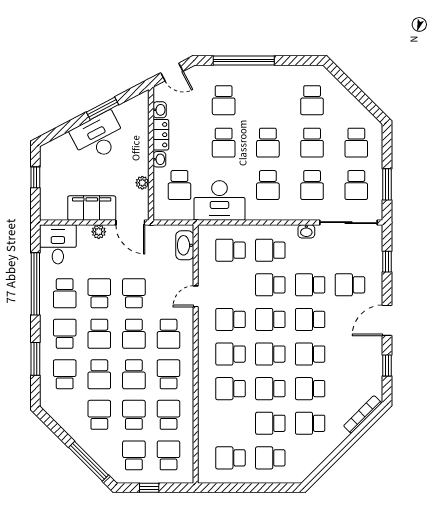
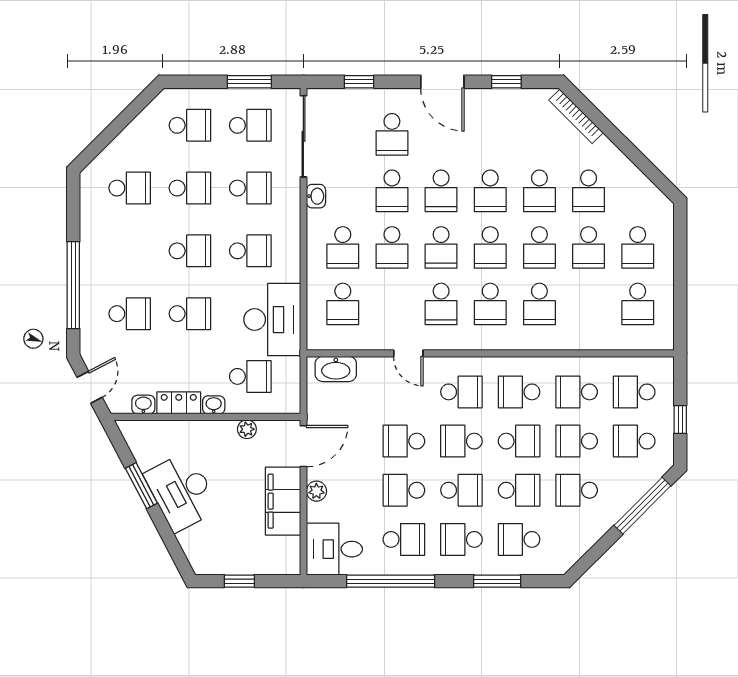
school desk: (134, 334) -> (461, 441), turned 180

